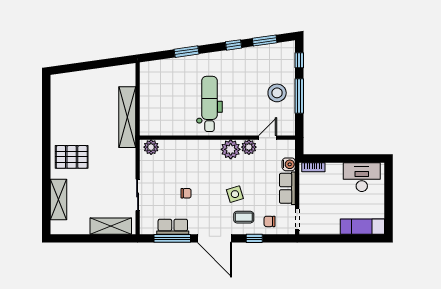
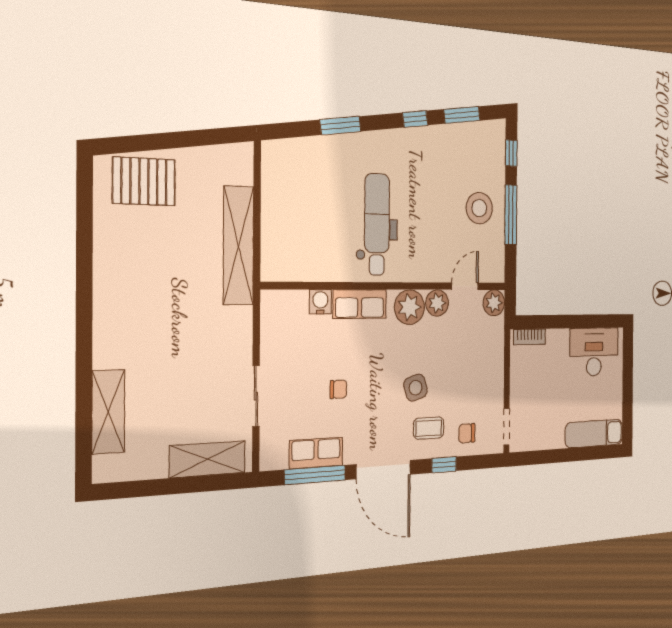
plant: (151, 147) -> (494, 303), moved
pallet: (72, 157) -> (144, 181), moved
water cooler: (289, 164) -> (320, 302), moved, turned -90
row of seats: (287, 188) -> (360, 304), moved, turned -90

